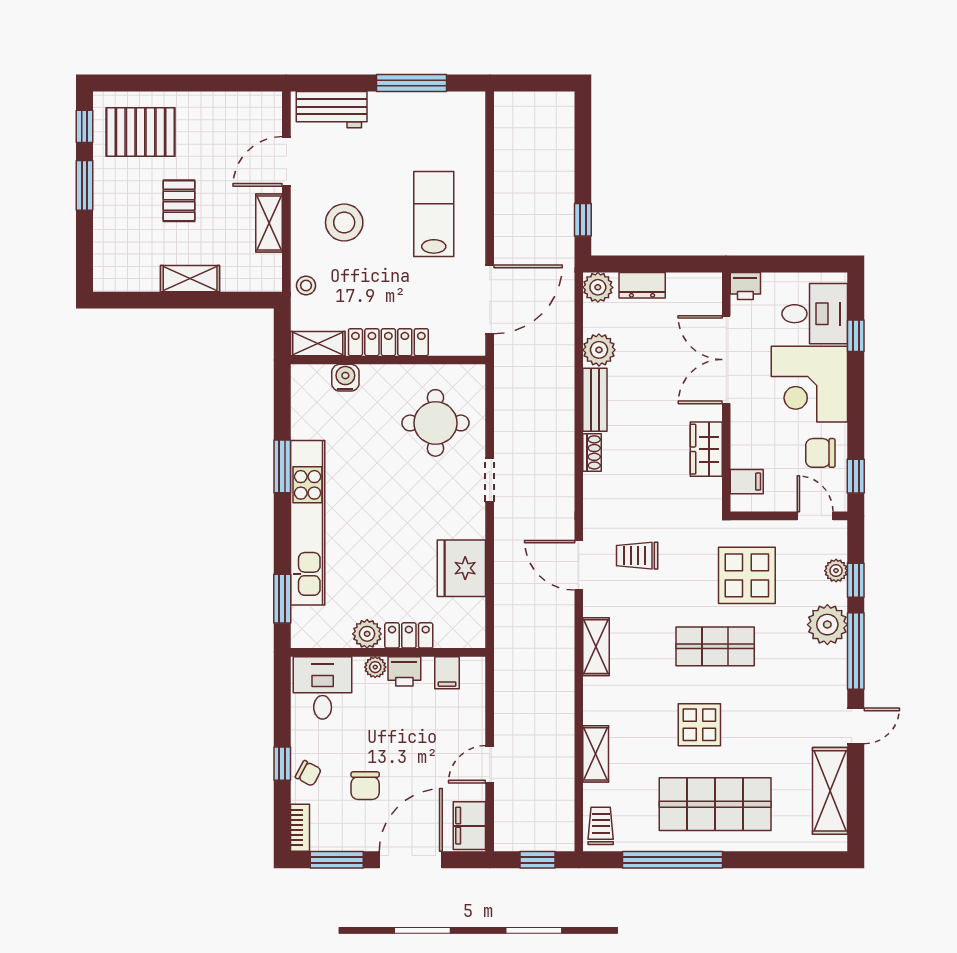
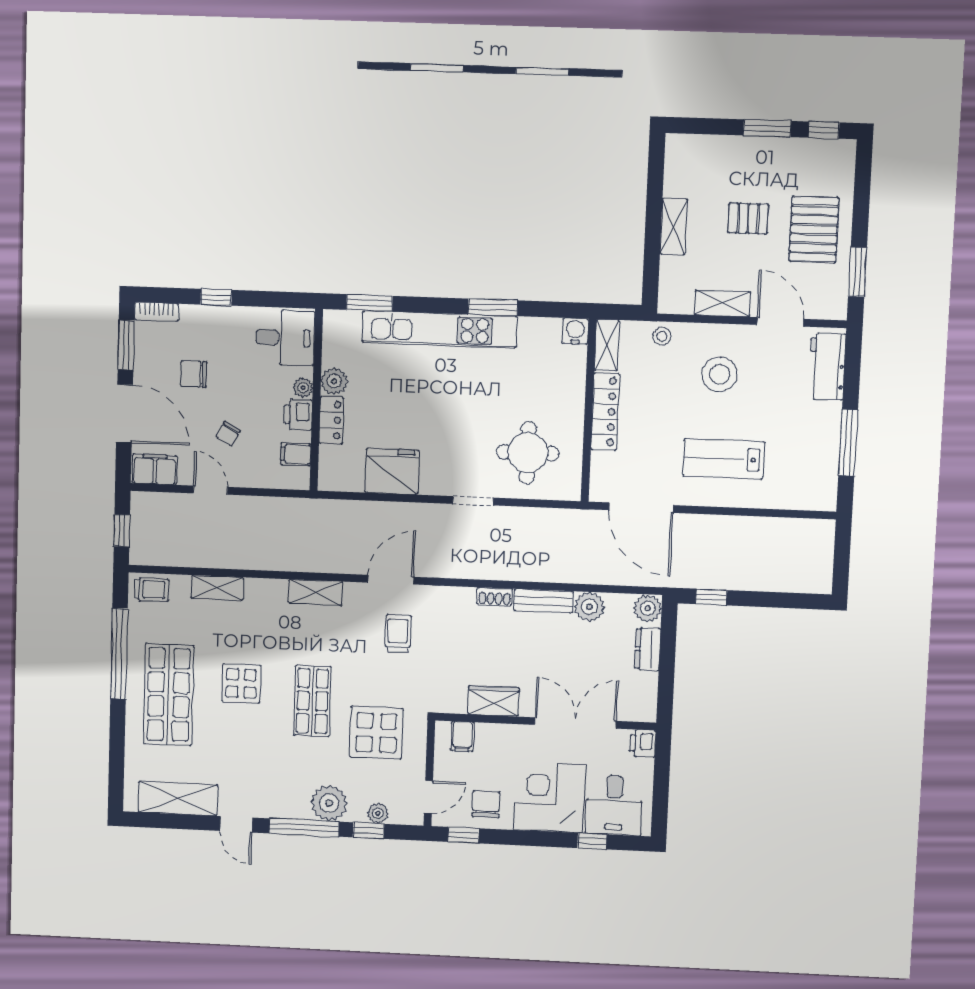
window: (231, 83) -> (858, 272), added
pallet: (141, 132) -> (814, 229), moved
lab bench: (434, 214) -> (723, 459), turned 180
water cooler: (345, 378) -> (575, 331), moved, turned -90
chair: (308, 773) -> (228, 434), moved

